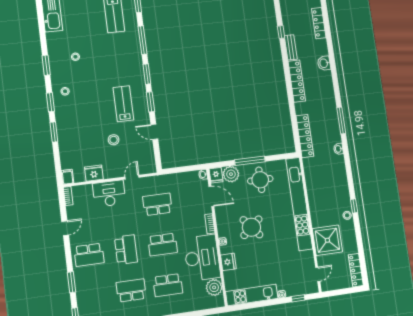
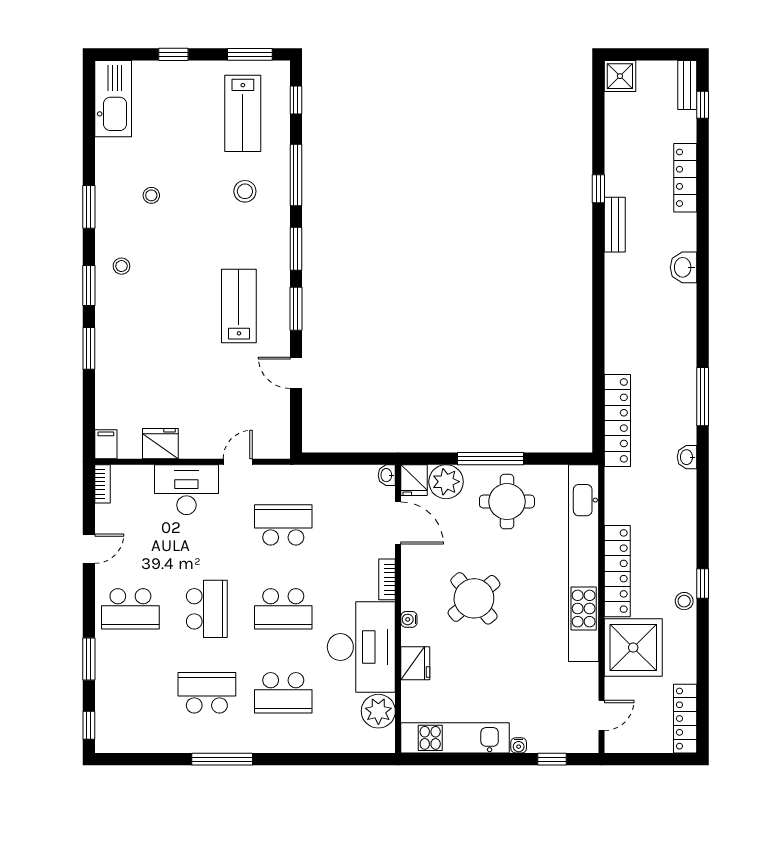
locker: (297, 81) -> (617, 571), moved
stool: (114, 140) -> (245, 191), moved

